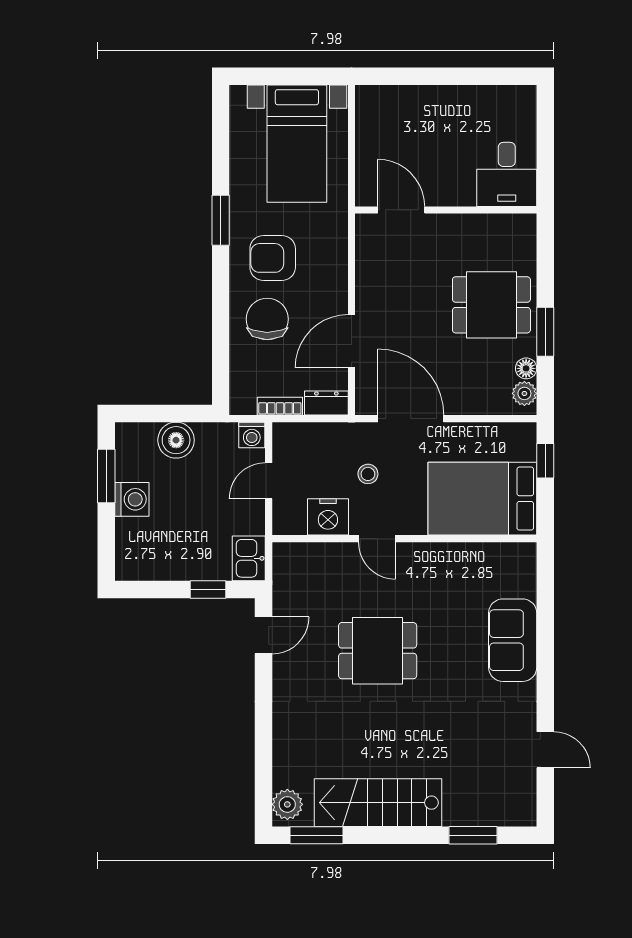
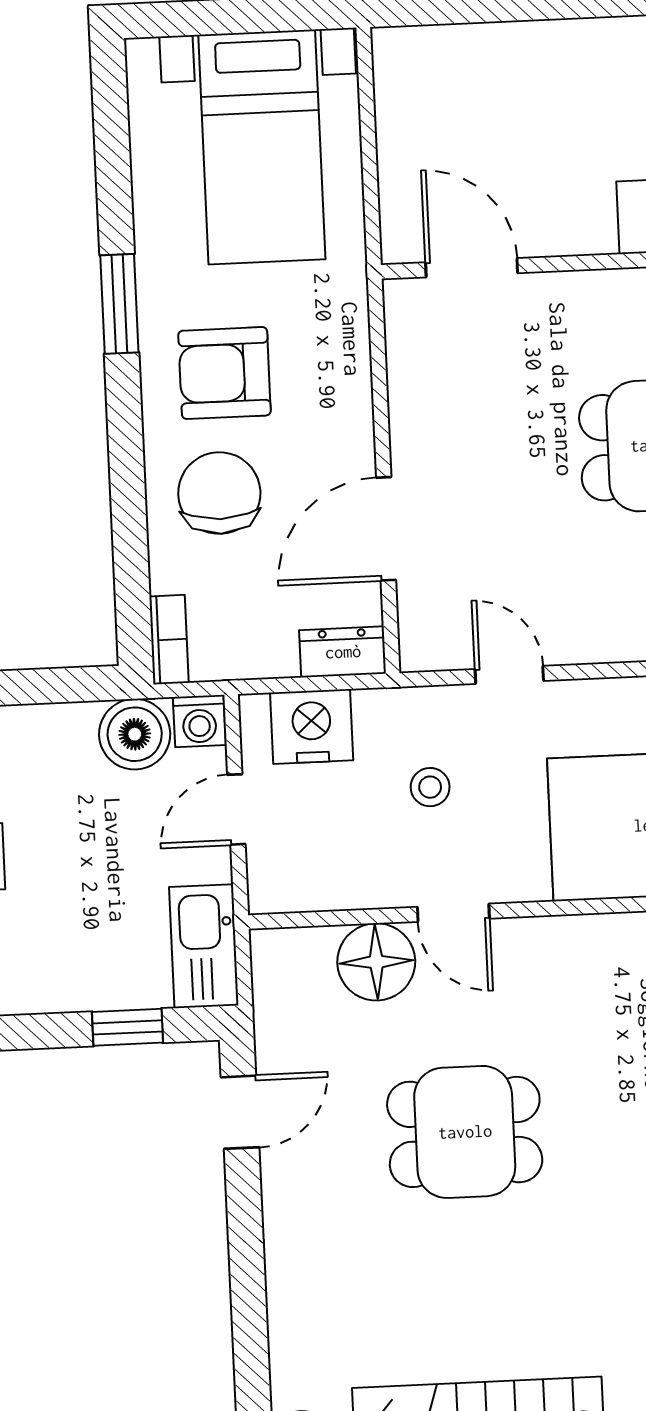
bookcase: (280, 406) -> (169, 640), moved, turned 90
door: (411, 419) -> (509, 675), width x0.53
boiler: (176, 440) -> (135, 734), moved
nightstand: (328, 517) -> (312, 726), moved, turned 180
kitchen sink: (249, 558) -> (204, 946), width x1.38
floor lamp: (336, 562) -> (376, 962), added

